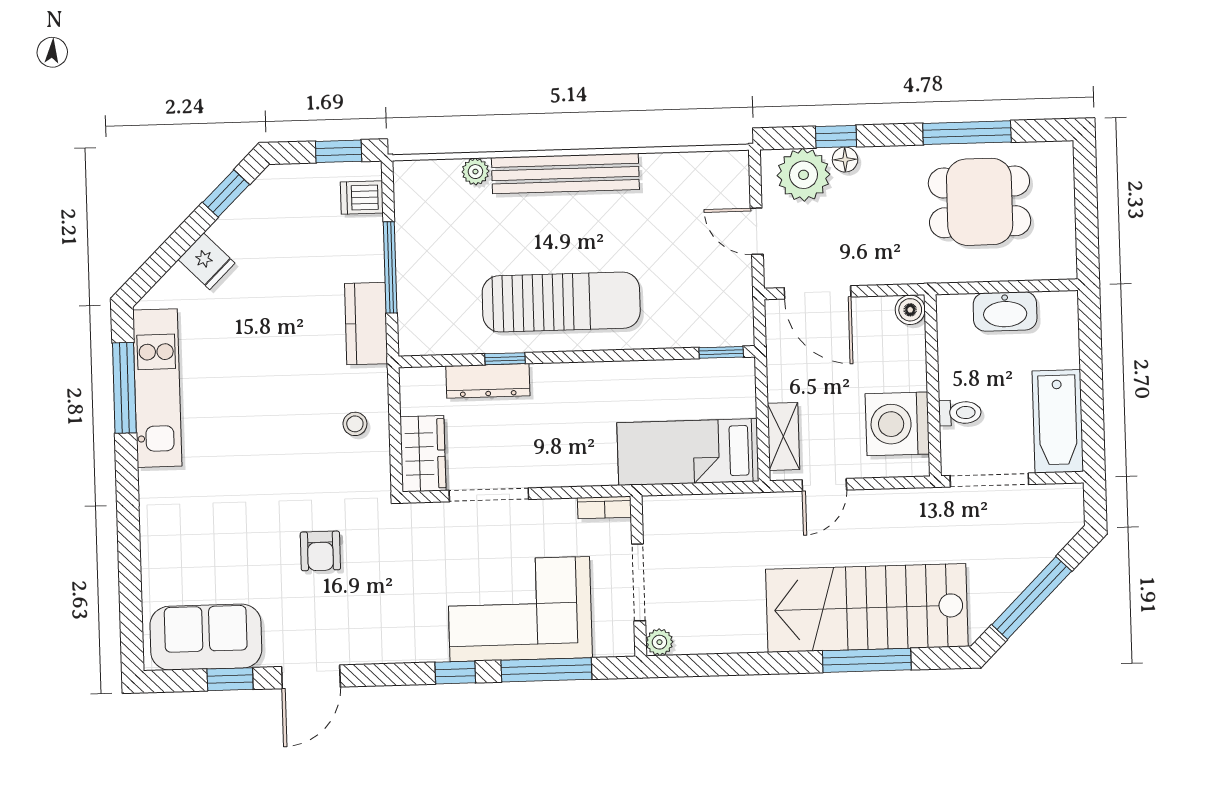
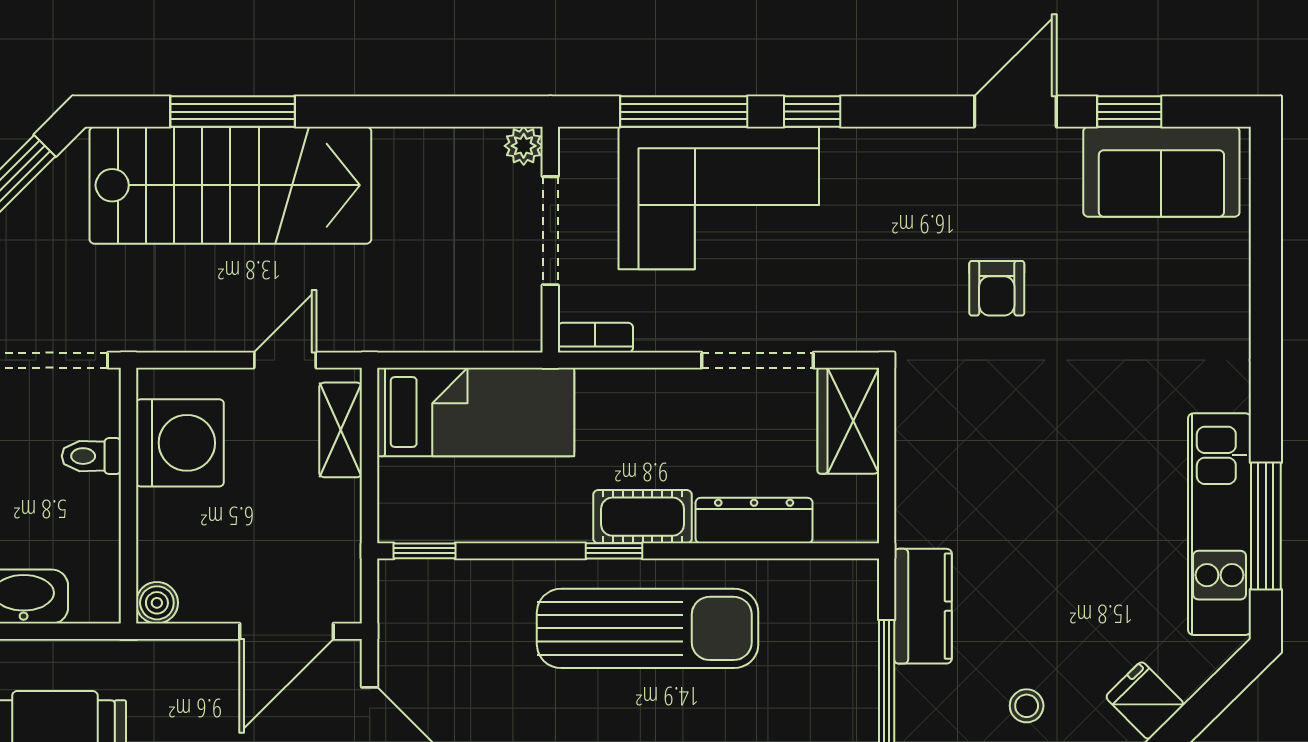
door: (818, 292) -> (286, 631), swing flipped
sun lounger: (561, 302) -> (648, 628), turned 180
window: (505, 359) -> (614, 551), moved
cot: (567, 381) -> (643, 517), added
stool: (355, 424) -> (1027, 706), moved
armchair: (320, 551) -> (997, 288), turned 180

